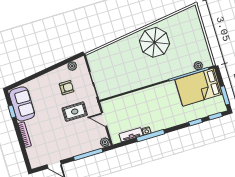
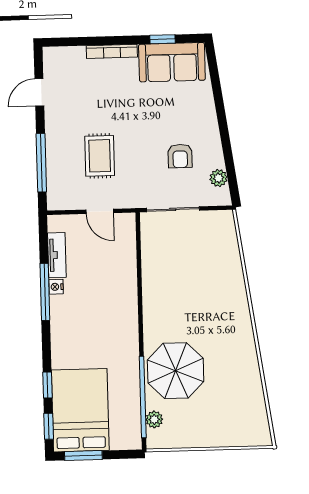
parasol: (155, 42) -> (176, 371), moved
bed: (199, 87) -> (80, 410), moved
rug: (75, 112) -> (100, 156), moved
door: (104, 120) -> (100, 211), swing flipped
plant: (105, 142) -> (56, 201), removed

